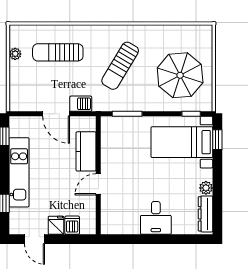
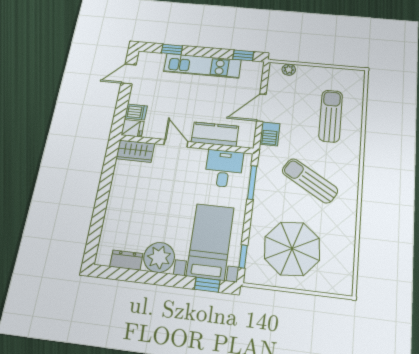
plant: (15, 54) -> (289, 70), moved
plant: (206, 188) -> (159, 257), width x1.87, depth x1.87
dresser: (206, 214) -> (126, 260), width x0.70
desk: (156, 218) -> (224, 168), moved, turned 90
wardrobe: (110, 219) -> (135, 151), added
fridge: (56, 225) -> (133, 128), moved

